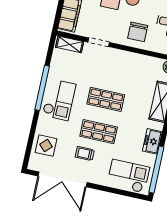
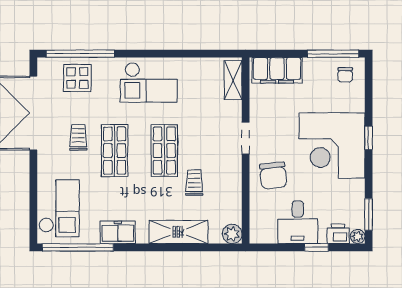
chair: (138, 32) -> (273, 176), turned -96
doorway: (99, 42) -> (246, 138), moved
trolley: (131, 84) -> (194, 183), added
window: (42, 88) -> (80, 54), moved

